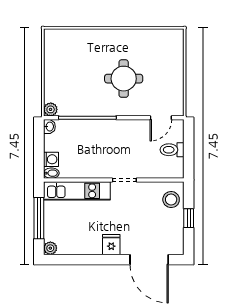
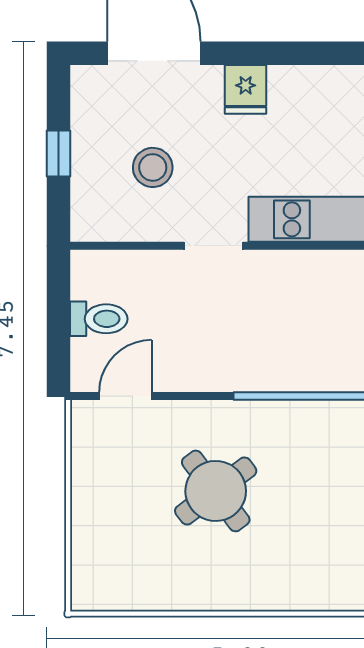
round table: (124, 79) -> (216, 491), turned -37
stool: (171, 200) -> (153, 167), moved

